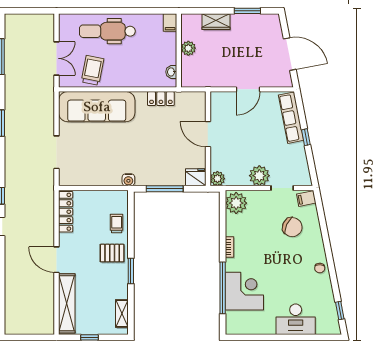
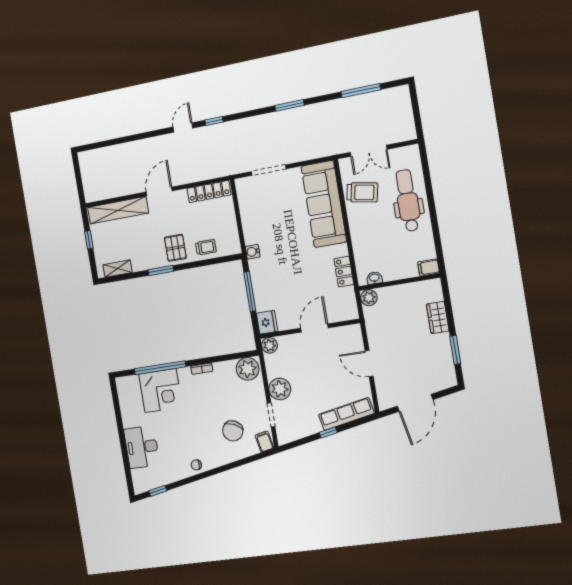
plant: (188, 48) -> (369, 298), moved

